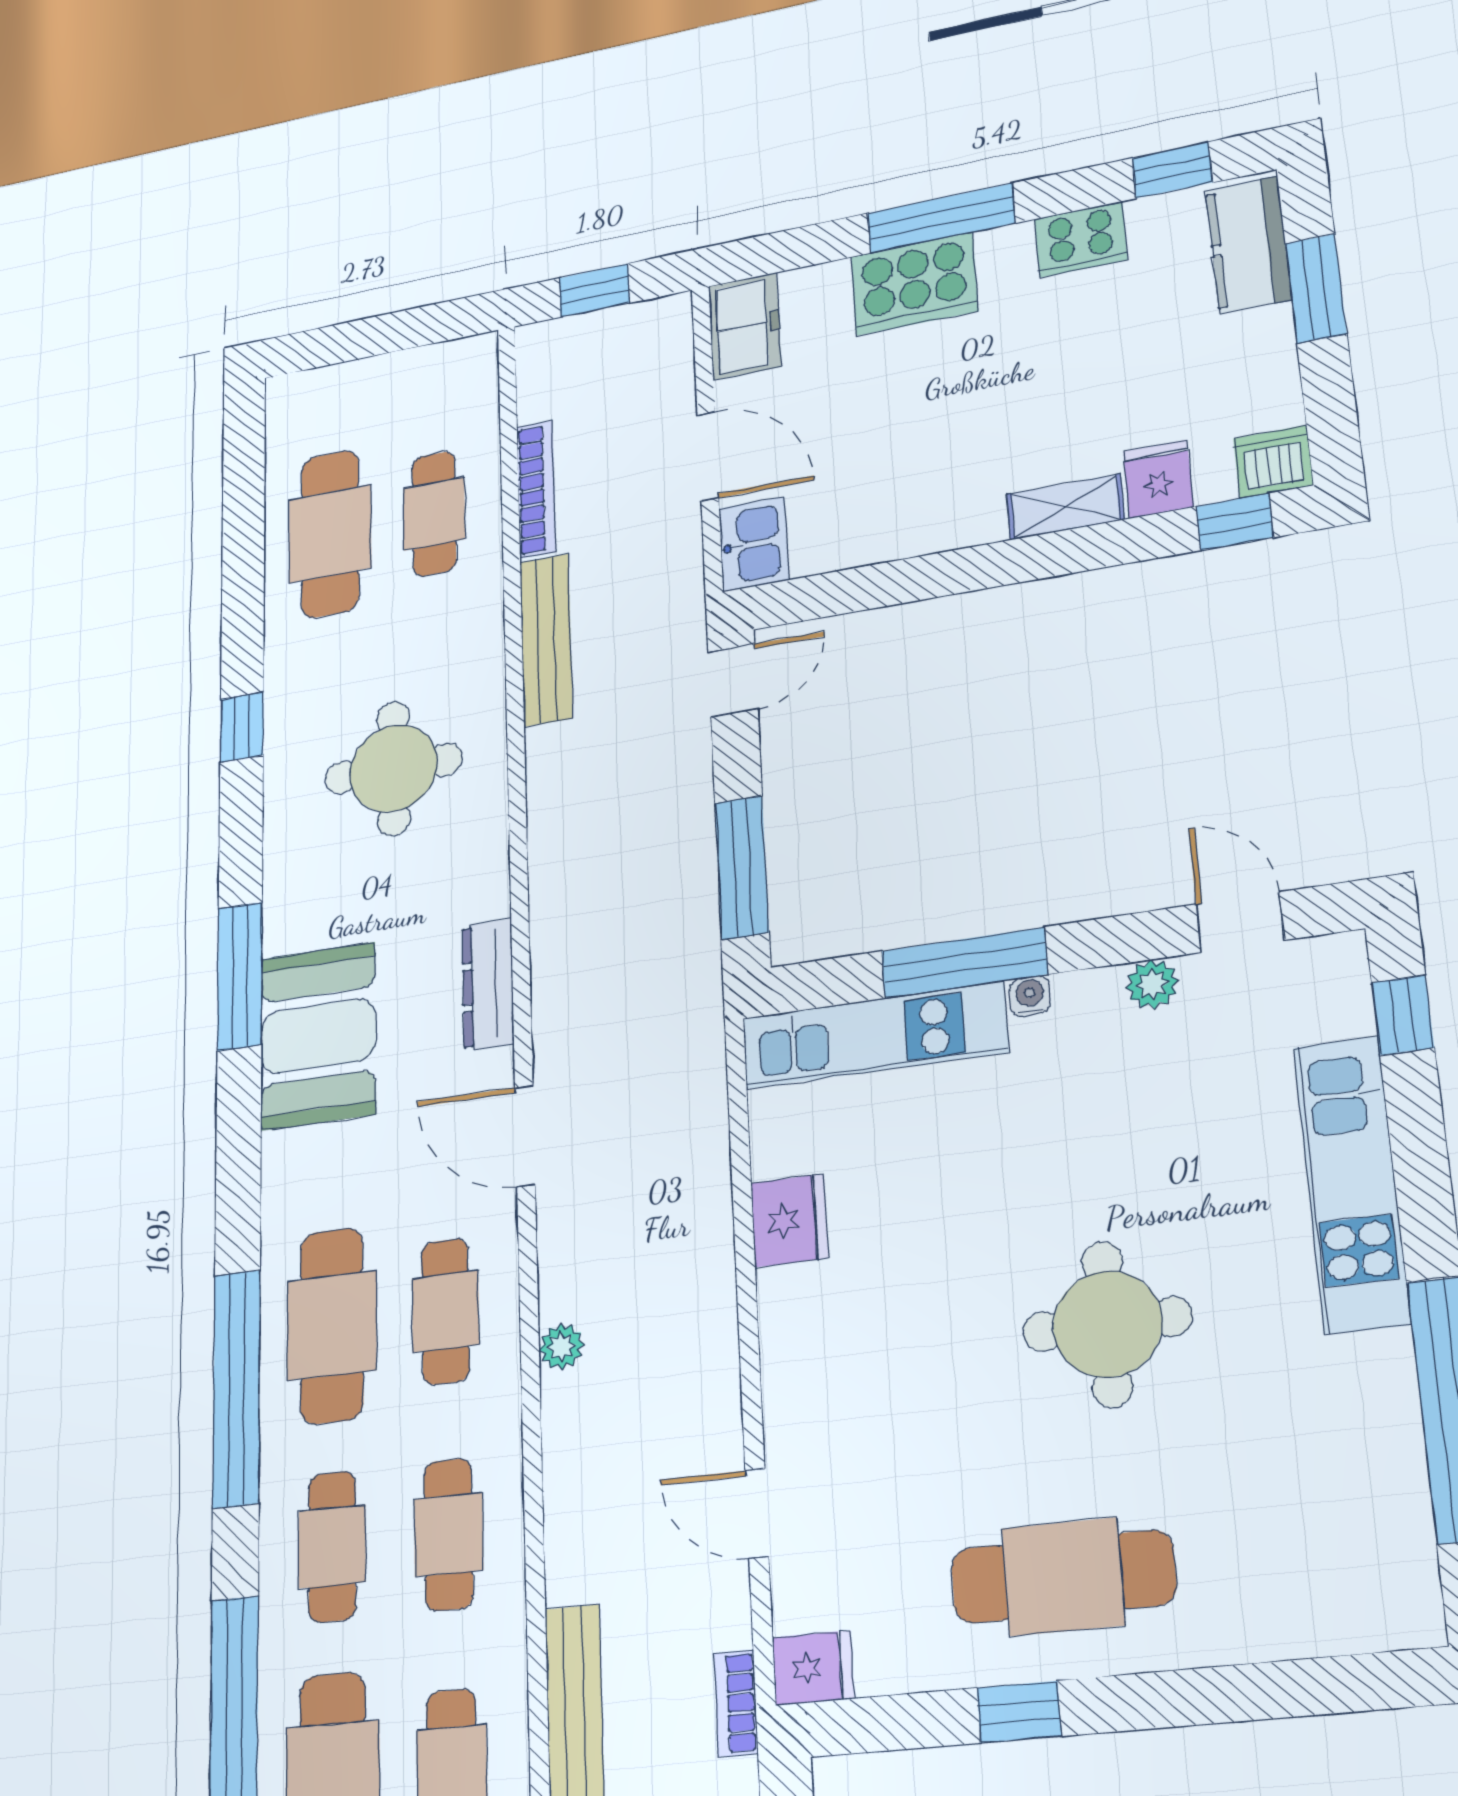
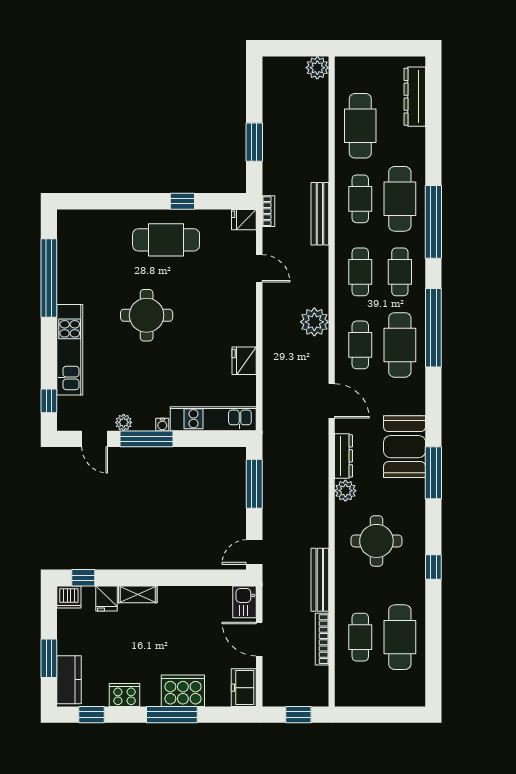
plant: (481, 889) -> (345, 491), added
window: (964, 963) -> (146, 439), moved
plant: (561, 1347) -> (314, 322), width x1.87, depth x1.87

